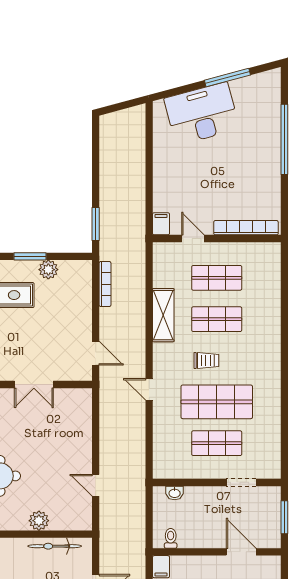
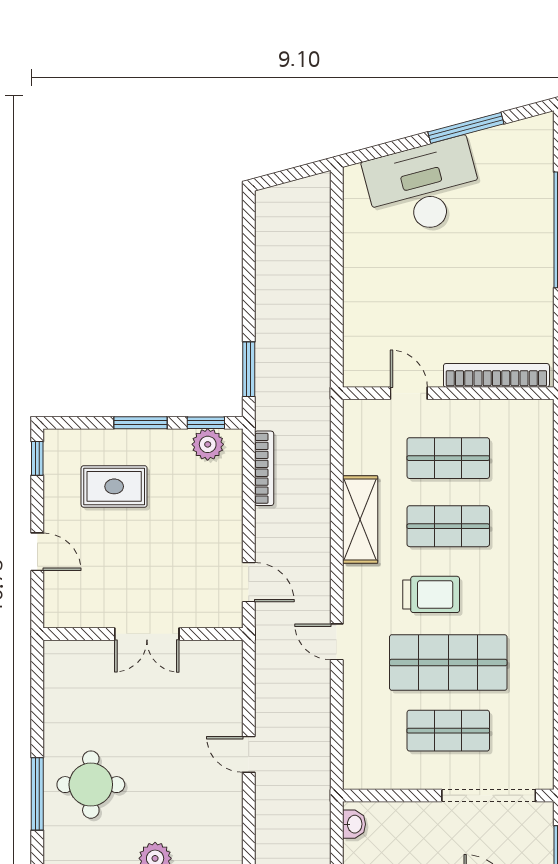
filing cabinet: (161, 224) -> (356, 369), removed
window: (70, 256) -> (206, 423), added
plant: (48, 270) -> (208, 444), moved
trolley: (206, 361) -> (431, 594), width x1.36, depth x1.39
doorway: (241, 482) -> (489, 795), width x1.88
door: (96, 485) -> (249, 754), moved
washbasin: (175, 493) -> (354, 824), moved, turned -90

